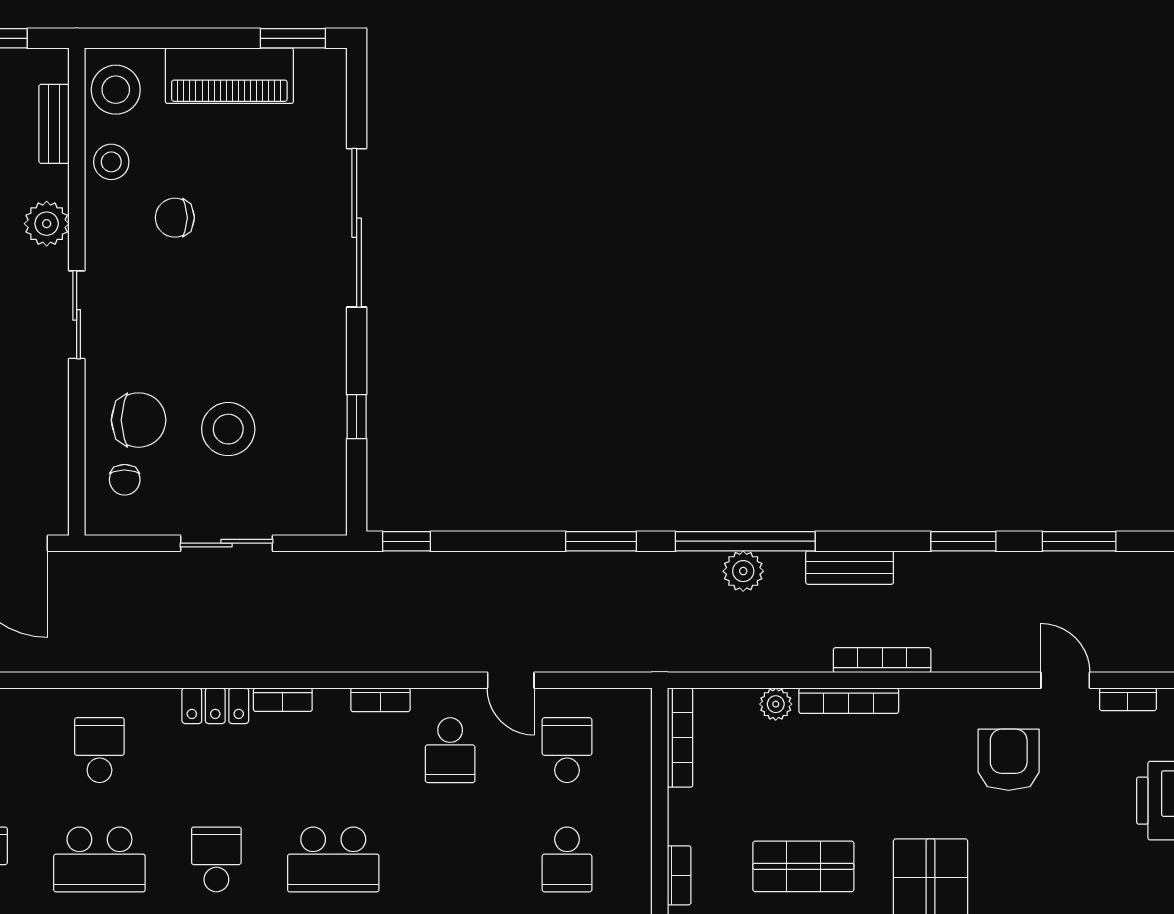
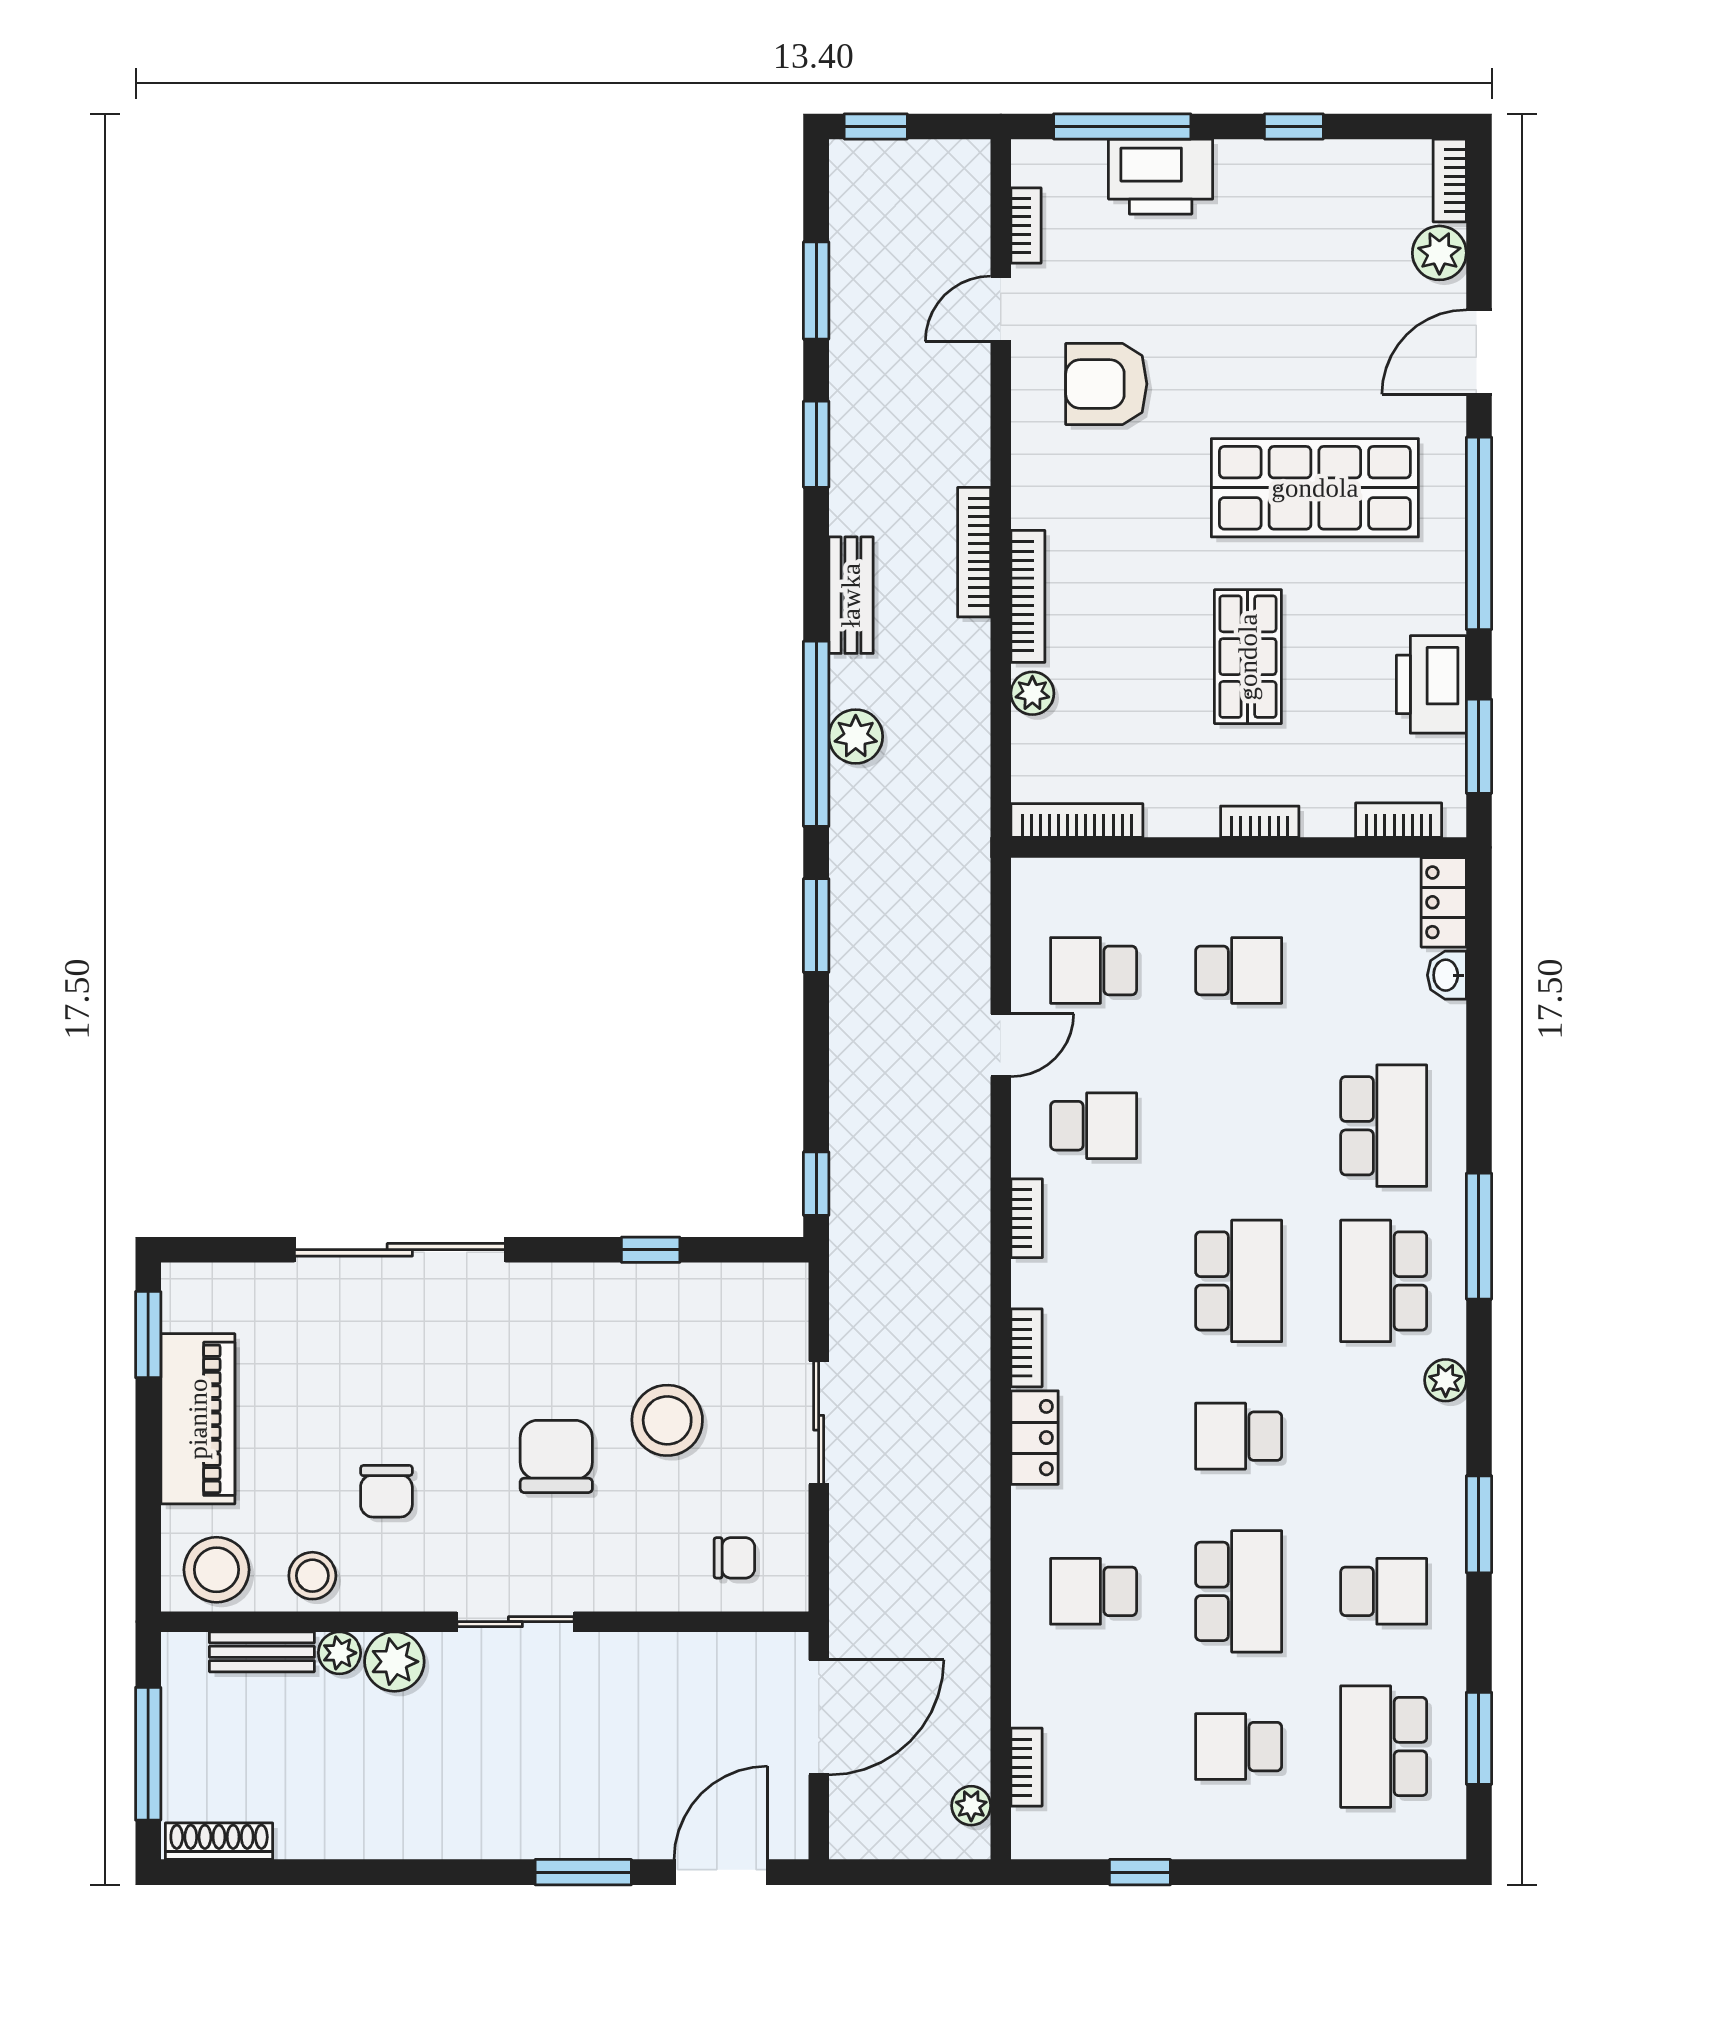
plant: (53, 182) -> (339, 1653), added
chair: (139, 420) -> (556, 1456), moved

